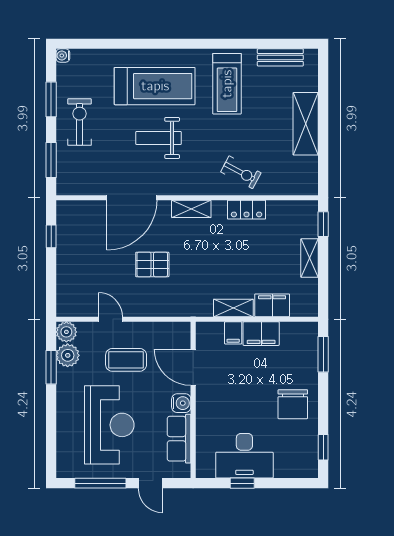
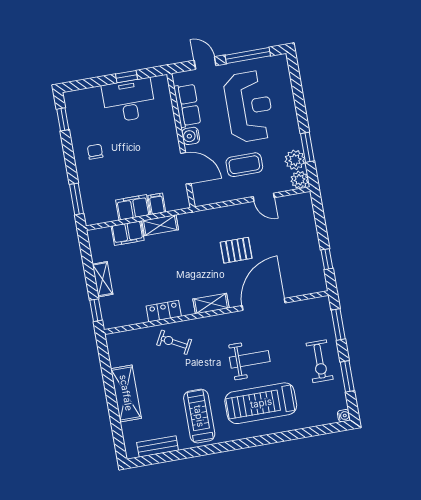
chair: (293, 404) -> (95, 152), width x0.54, depth x0.54
reception desk: (109, 425) -> (249, 107), turned 180

